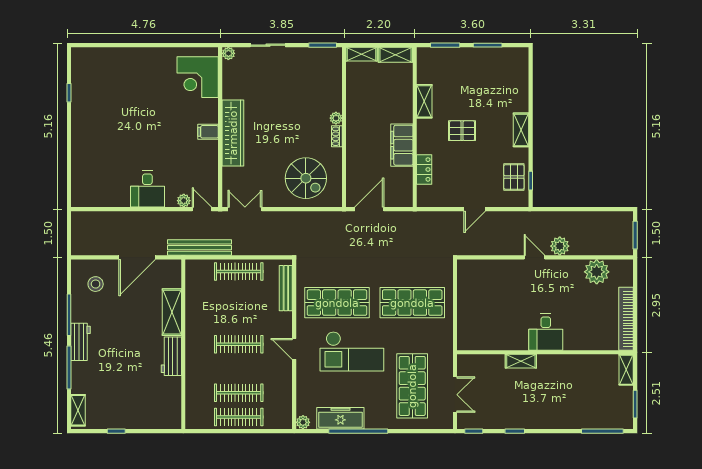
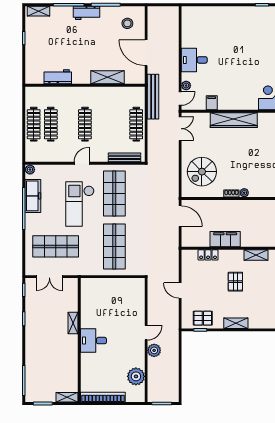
filing cabinet: (208, 132) -> (212, 103), moved
workbench: (171, 356) -> (58, 77), moved

